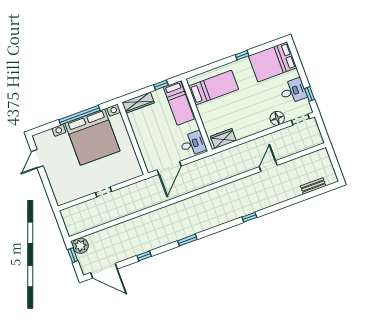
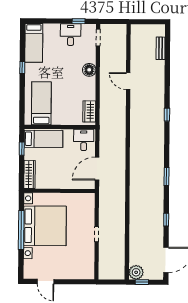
bed: (273, 62) -> (34, 43), width x0.67
floor lamp: (277, 118) -> (89, 70), moved
door: (169, 168) -> (97, 169), swing flipped

